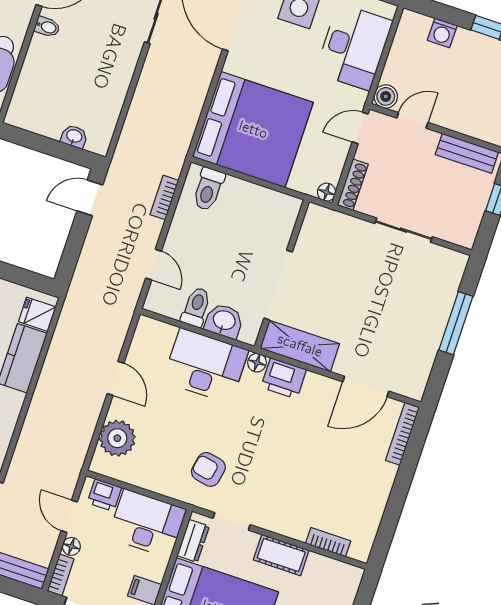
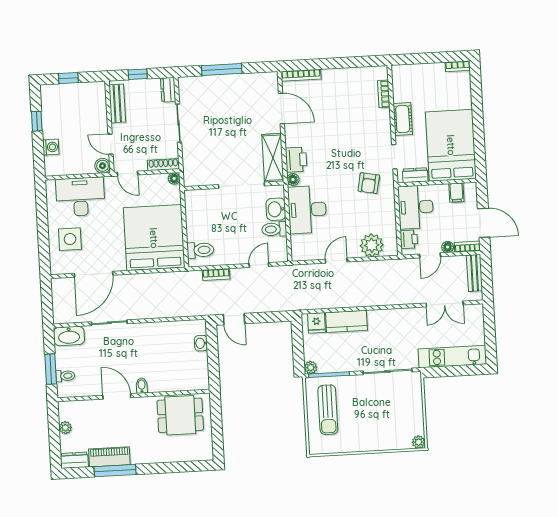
dresser: (458, 234) -> (168, 90), added

